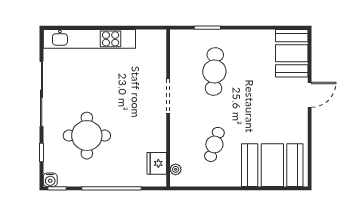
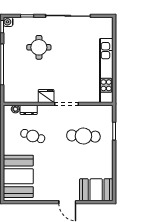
kitchen unit: (89, 39) -> (106, 71), moved
round table: (87, 136) -> (39, 47), width x0.73, depth x0.73
dresser: (177, 150) -> (29, 110), added
fridge: (157, 163) -> (46, 96), moved

